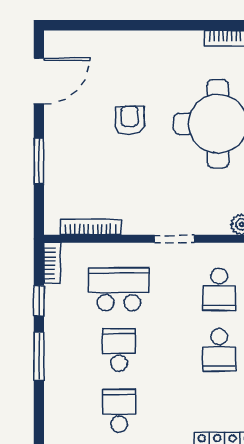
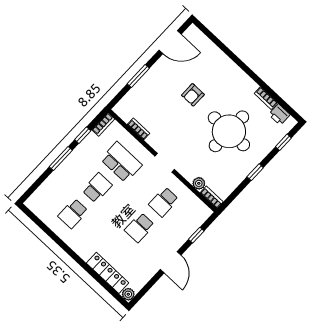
armchair: (130, 120) -> (193, 95), turned 180
bookcase: (91, 227) -> (139, 129), width x0.64
school desk: (119, 411) -> (73, 213), turned 180

